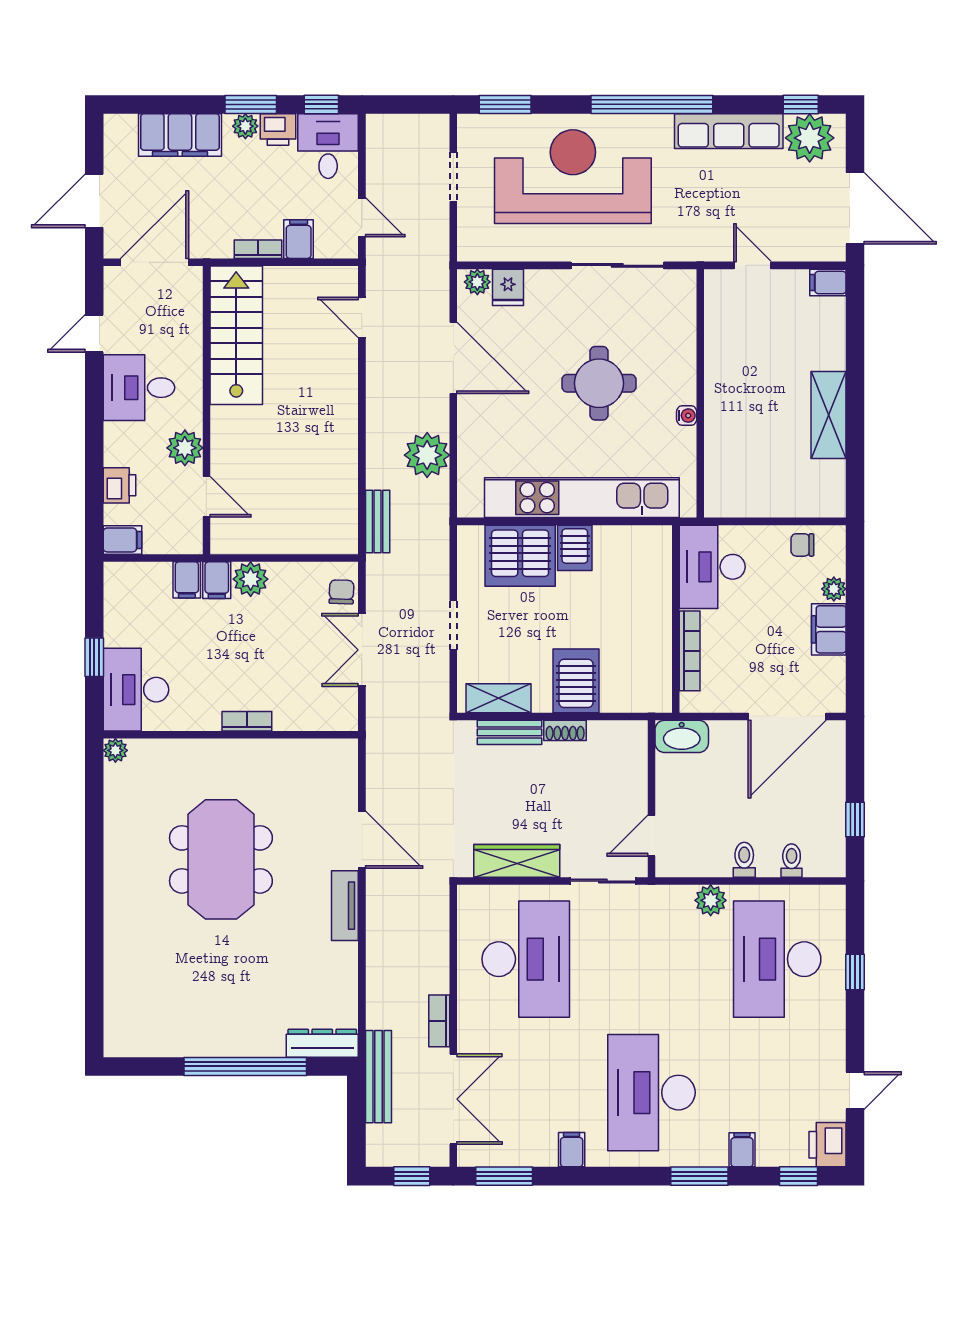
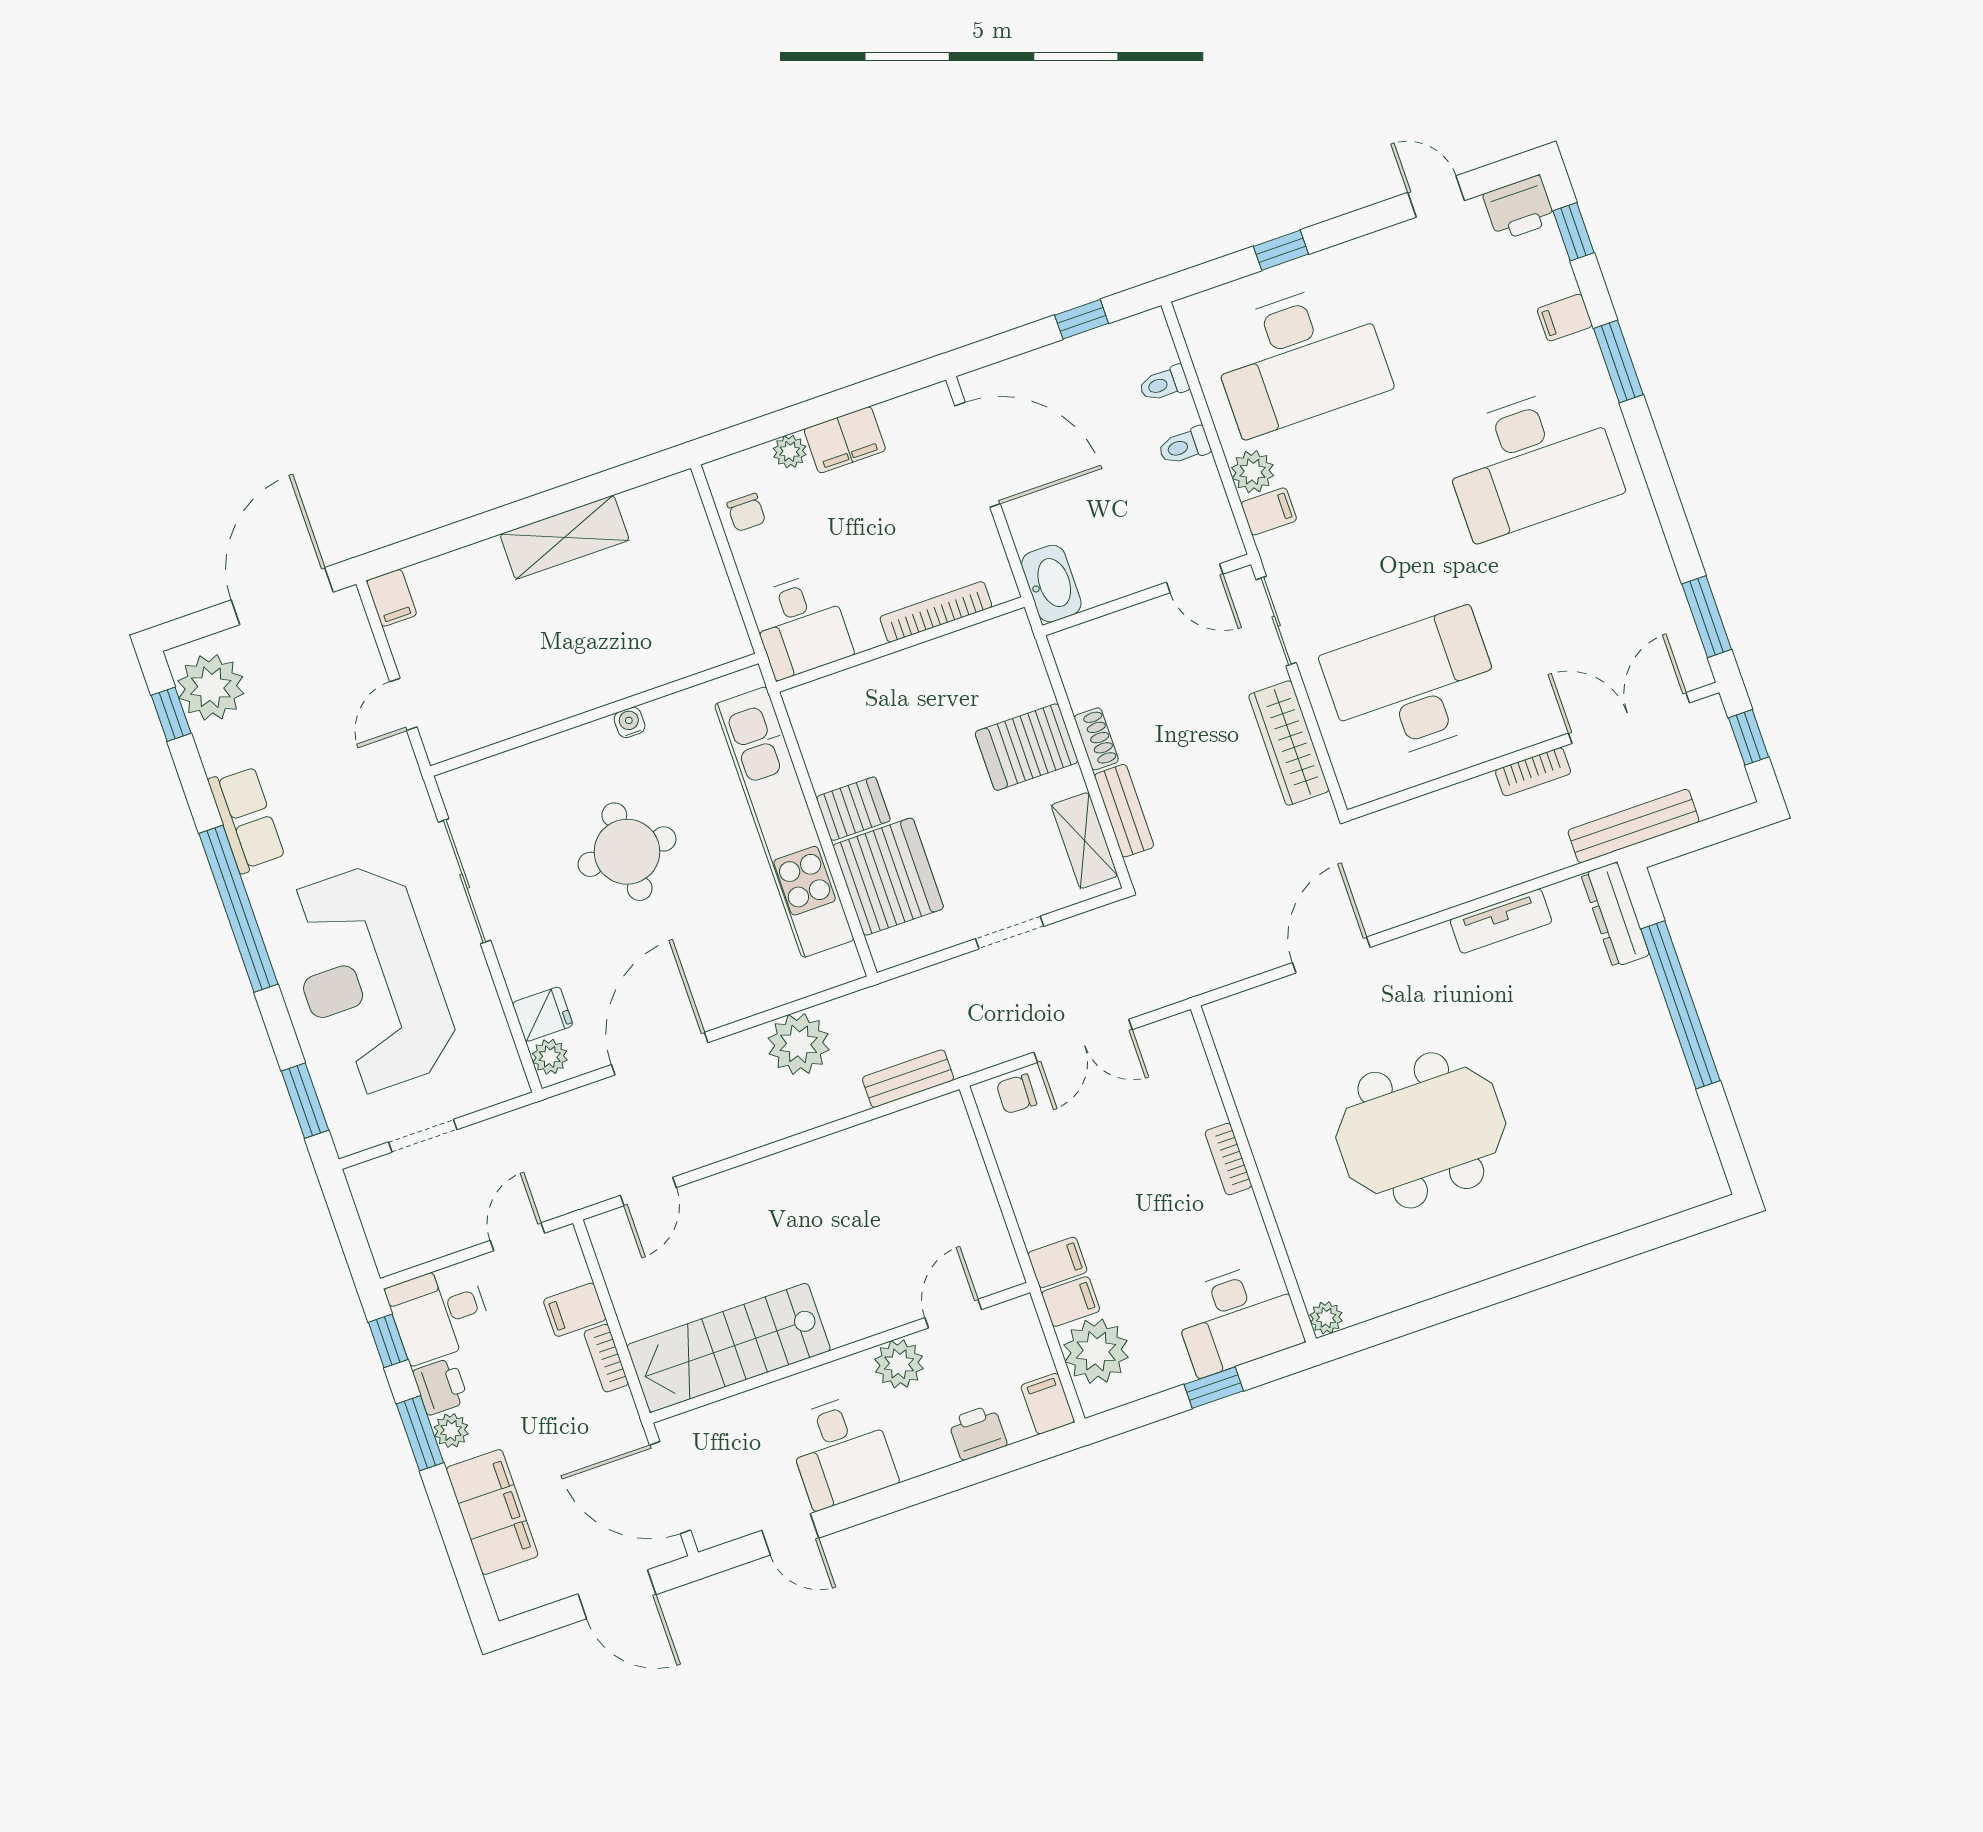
row of seats: (729, 131) -> (246, 819), width x0.68
desk: (712, 567) -> (801, 626), width x0.73
plant: (251, 579) -> (1096, 1351), moved, width x1.36, depth x1.36
tv unit: (345, 906) -> (1501, 921), moved
filing cabinet: (572, 1150) -> (1269, 511), moved, turned 180

